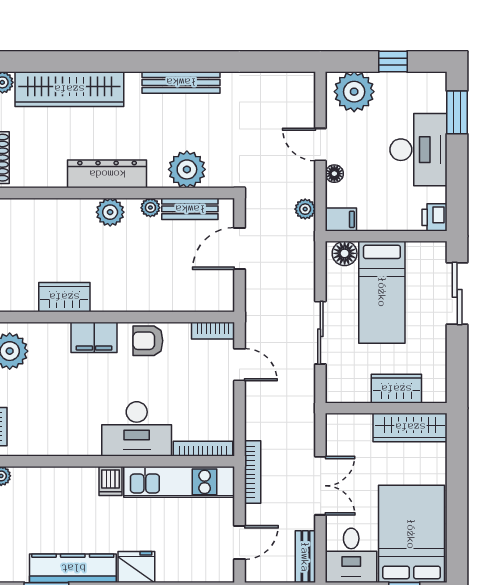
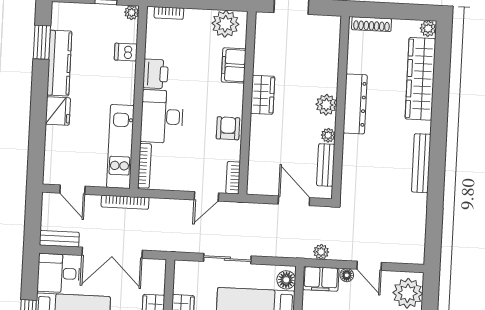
door: (320, 145) -> (369, 266), swing flipped
plant: (187, 169) -> (355, 164), removed
filing cabinet: (341, 219) -> (321, 279), width x2.00
wardrobe: (64, 297) -> (263, 95), moved
filing cabinet: (94, 337) -> (234, 65), moved
printer: (81, 440) -> (155, 74), added
dishwasher: (110, 481) -> (126, 52), moved
double door: (320, 486) -> (112, 253), width x1.37

